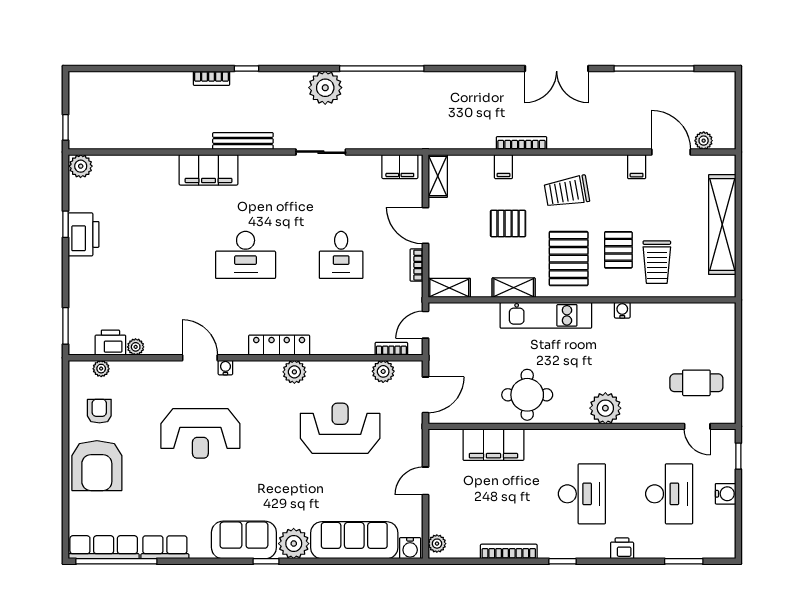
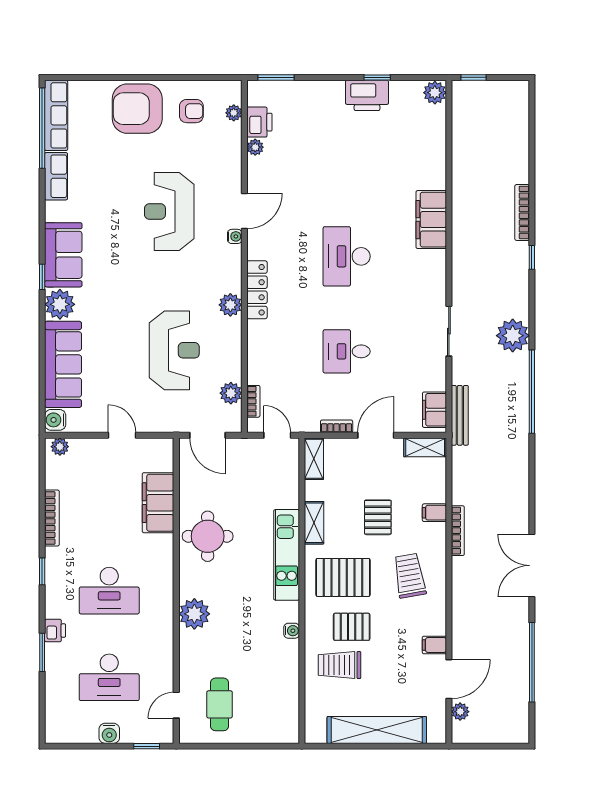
bookcase: (212, 78) -> (522, 212), width x1.56
bench: (243, 141) -> (460, 415), moved
window: (684, 561) -> (42, 652), moved

